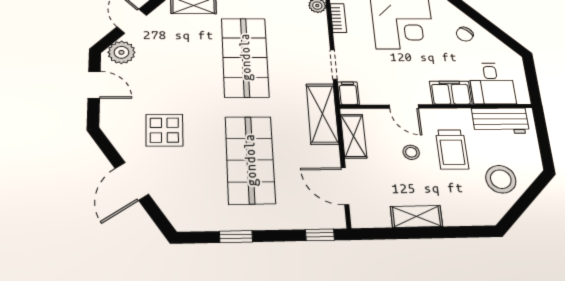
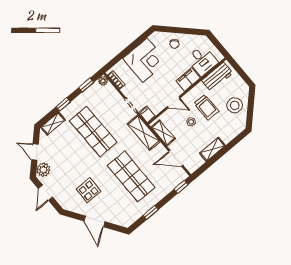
door: (94, 85) -> (46, 193), swing flipped

